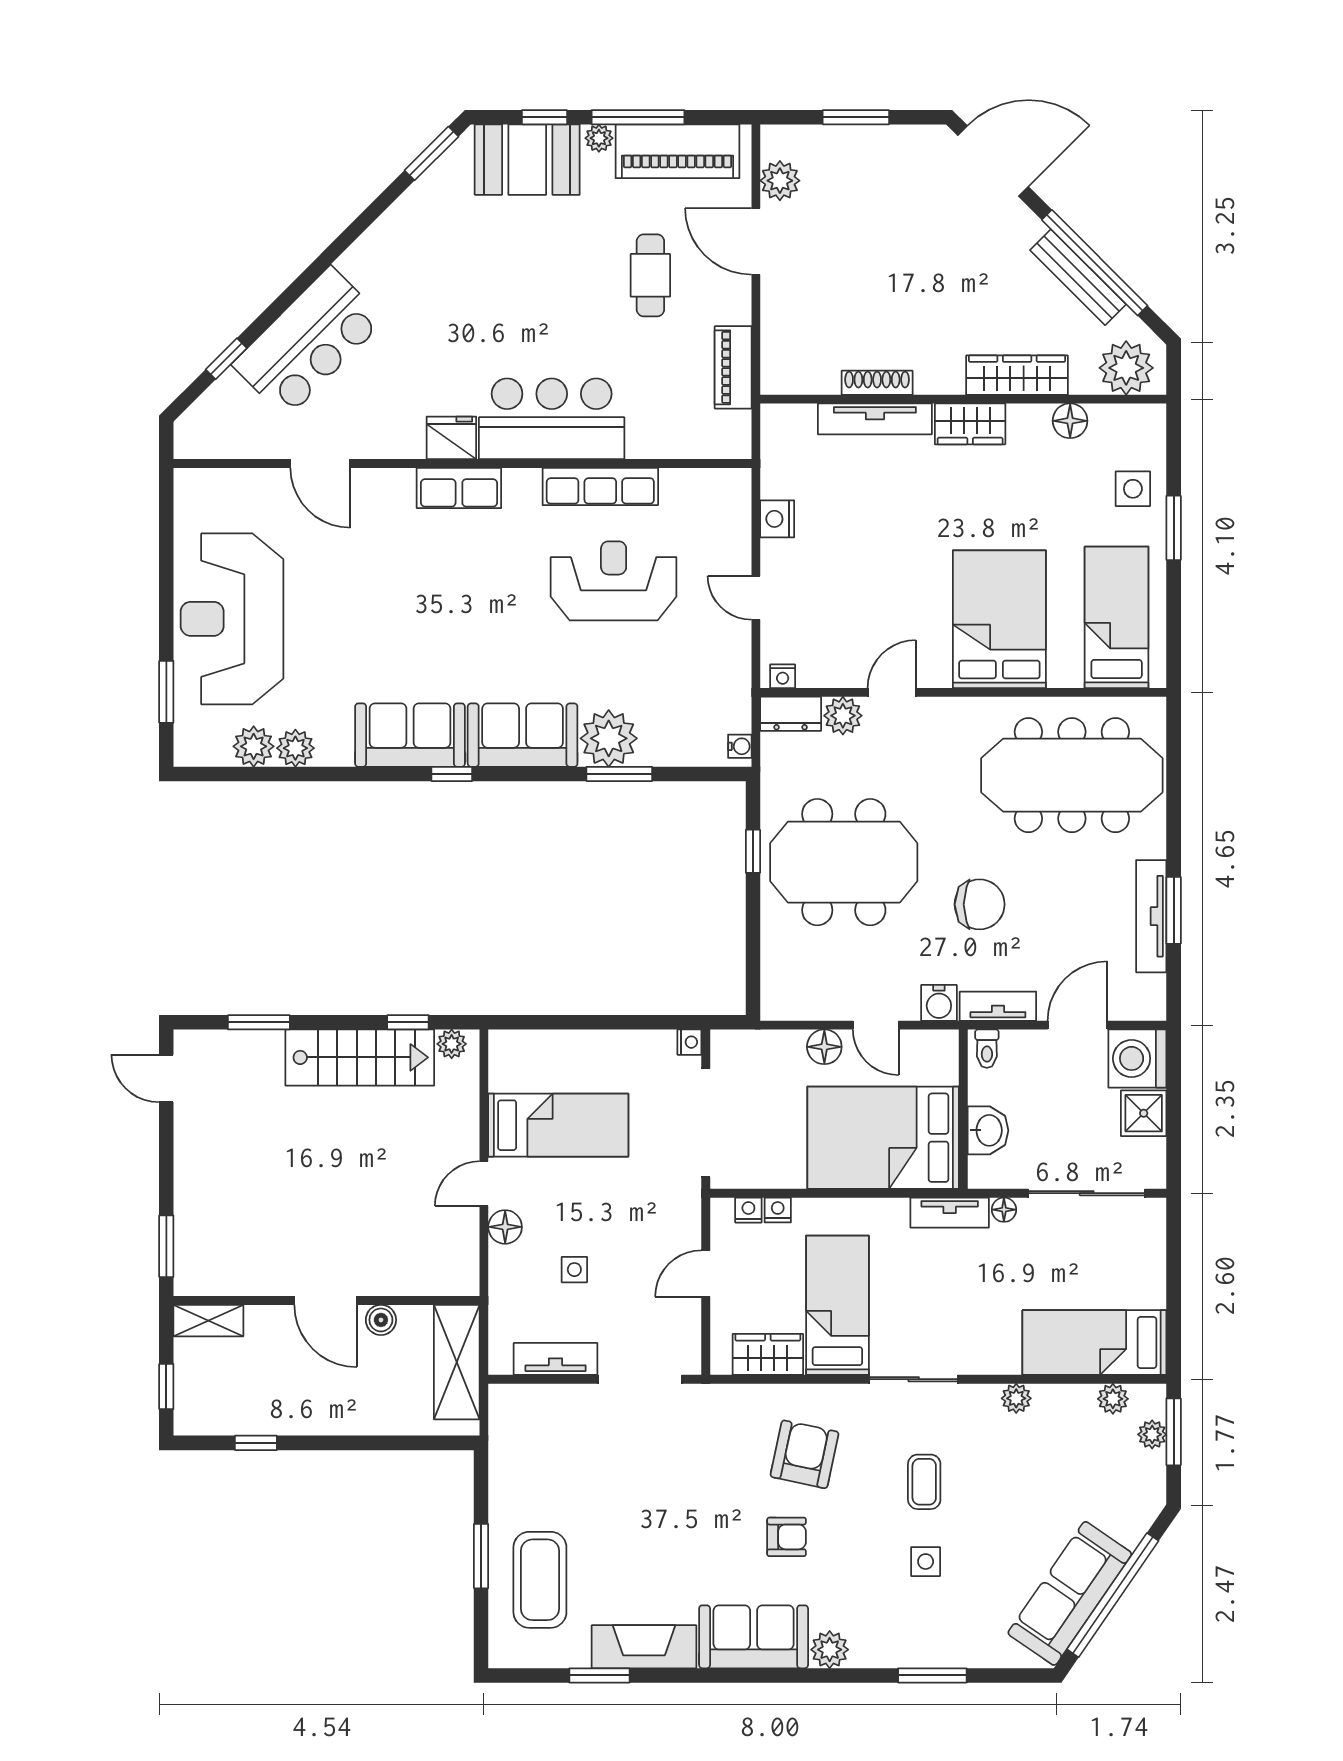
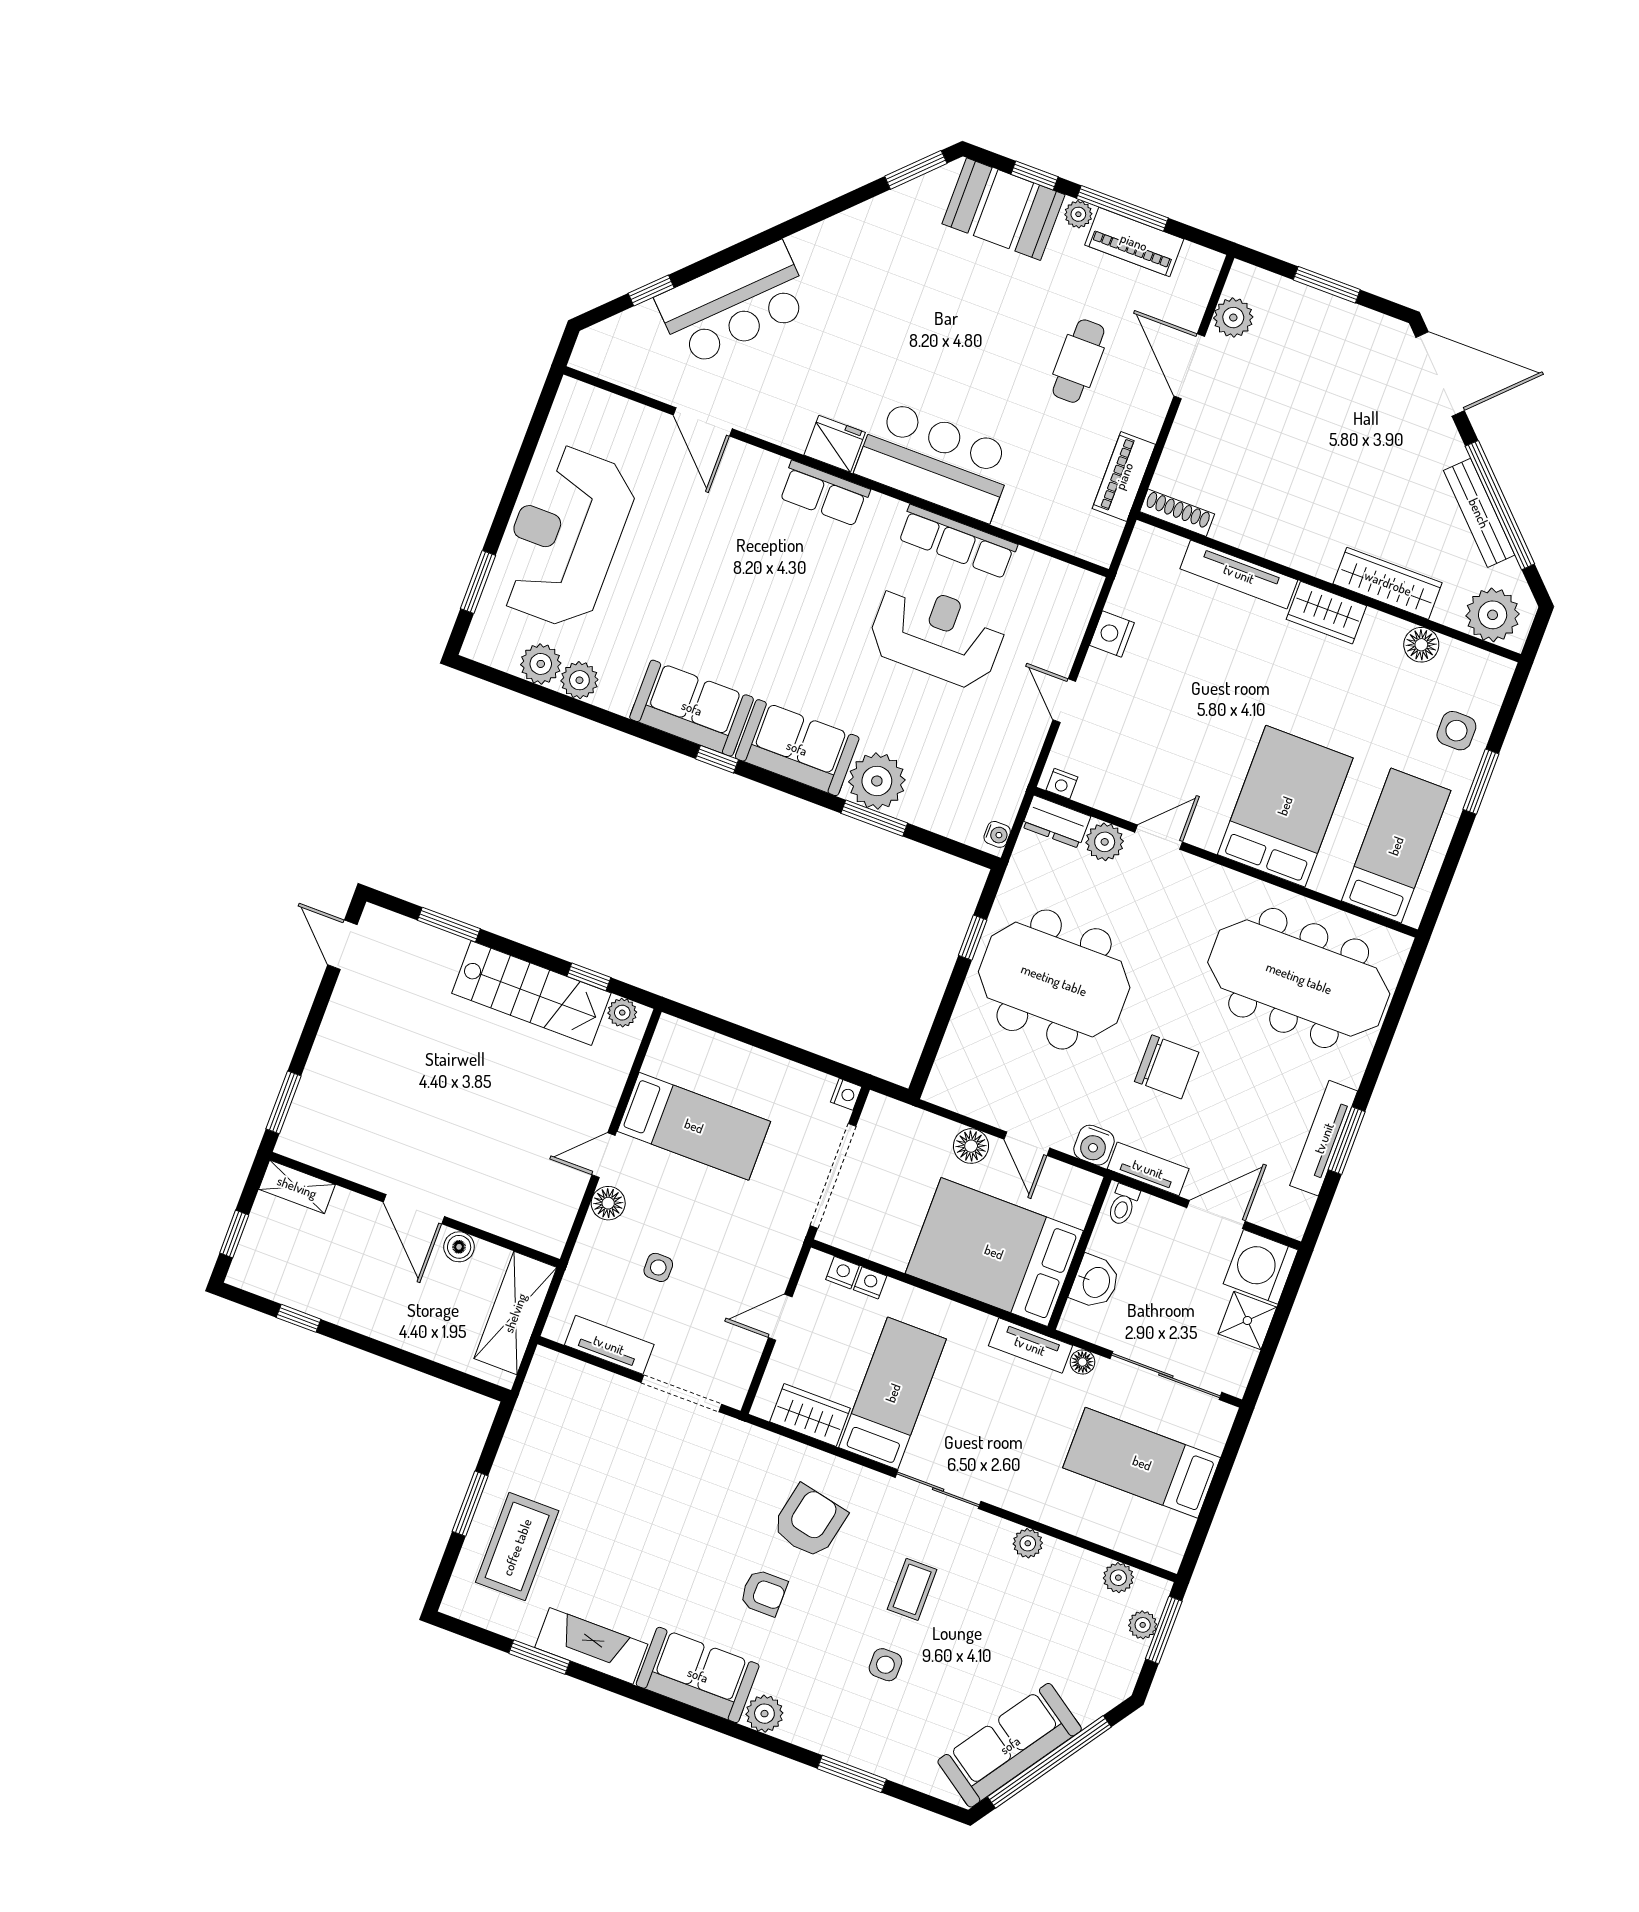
piano: (678, 151) -> (1134, 242), width x0.73, depth x0.75
shoe rack: (877, 383) -> (1177, 513), moved
bed: (1094, 1343) -> (1142, 1463), moved

